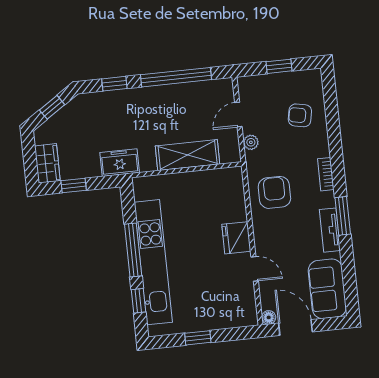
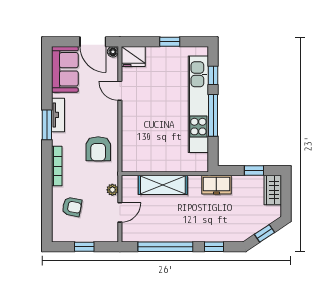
bookcase: (326, 174) -> (57, 166), width x1.56
fridge: (236, 238) -> (133, 57), moved, turned 90

